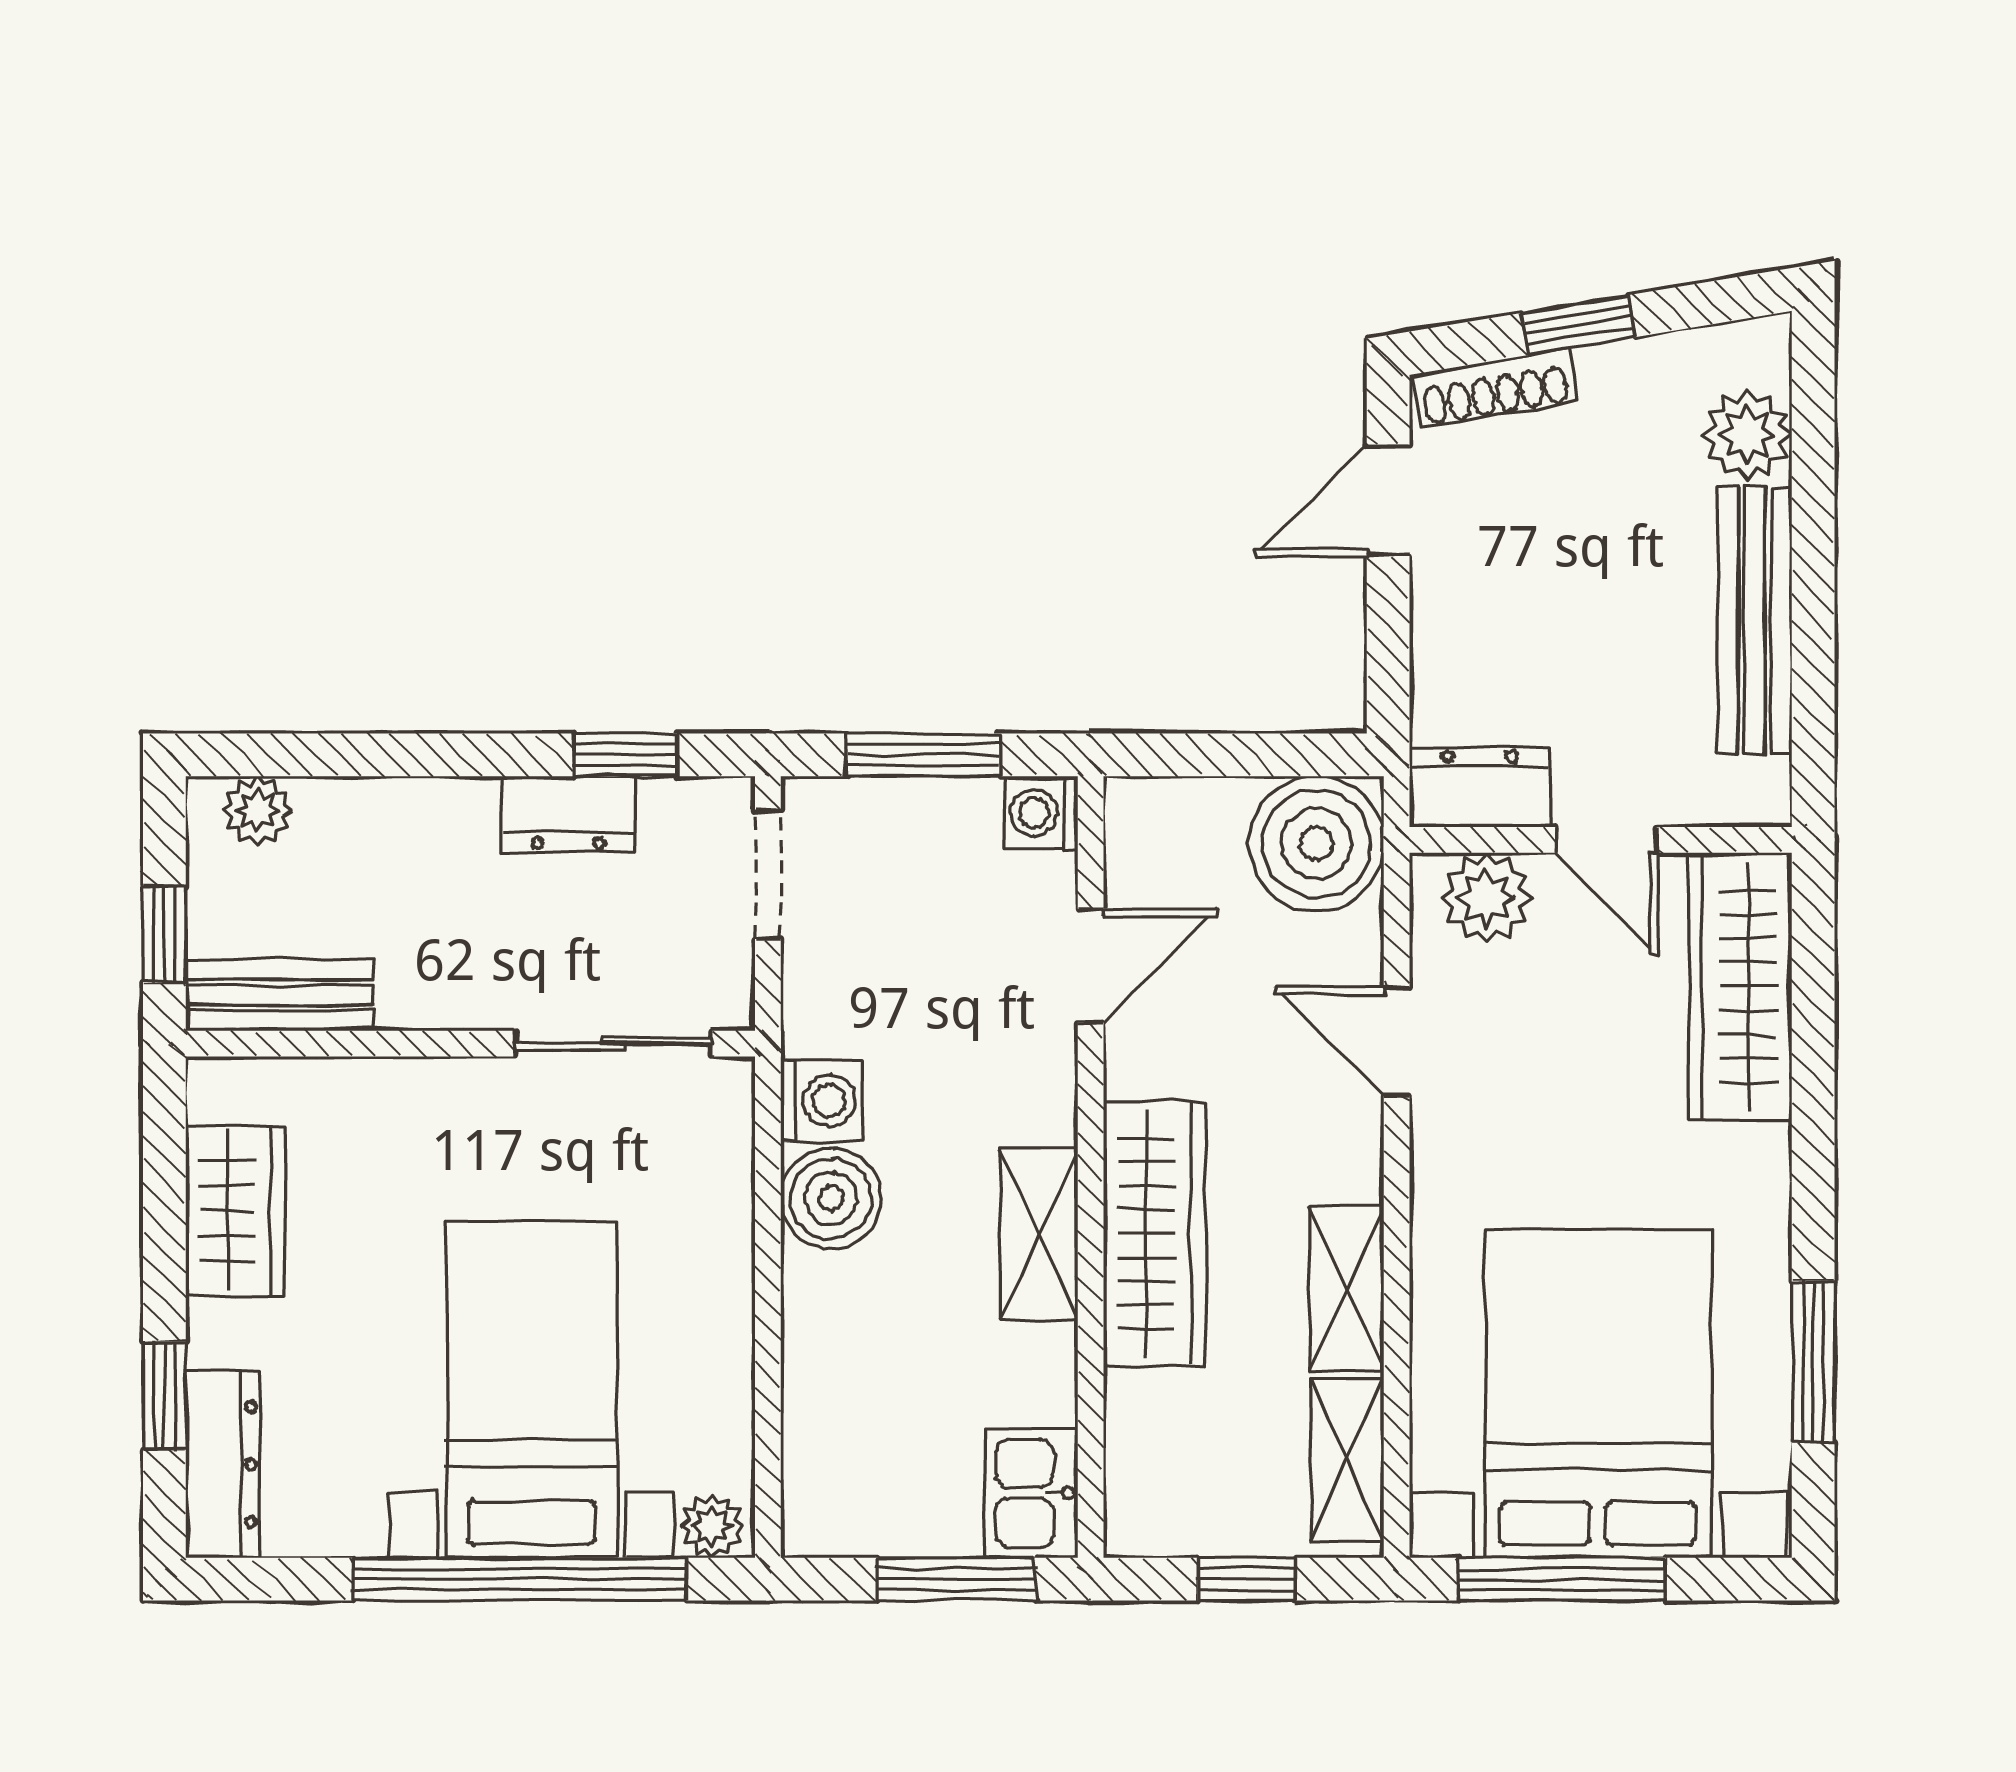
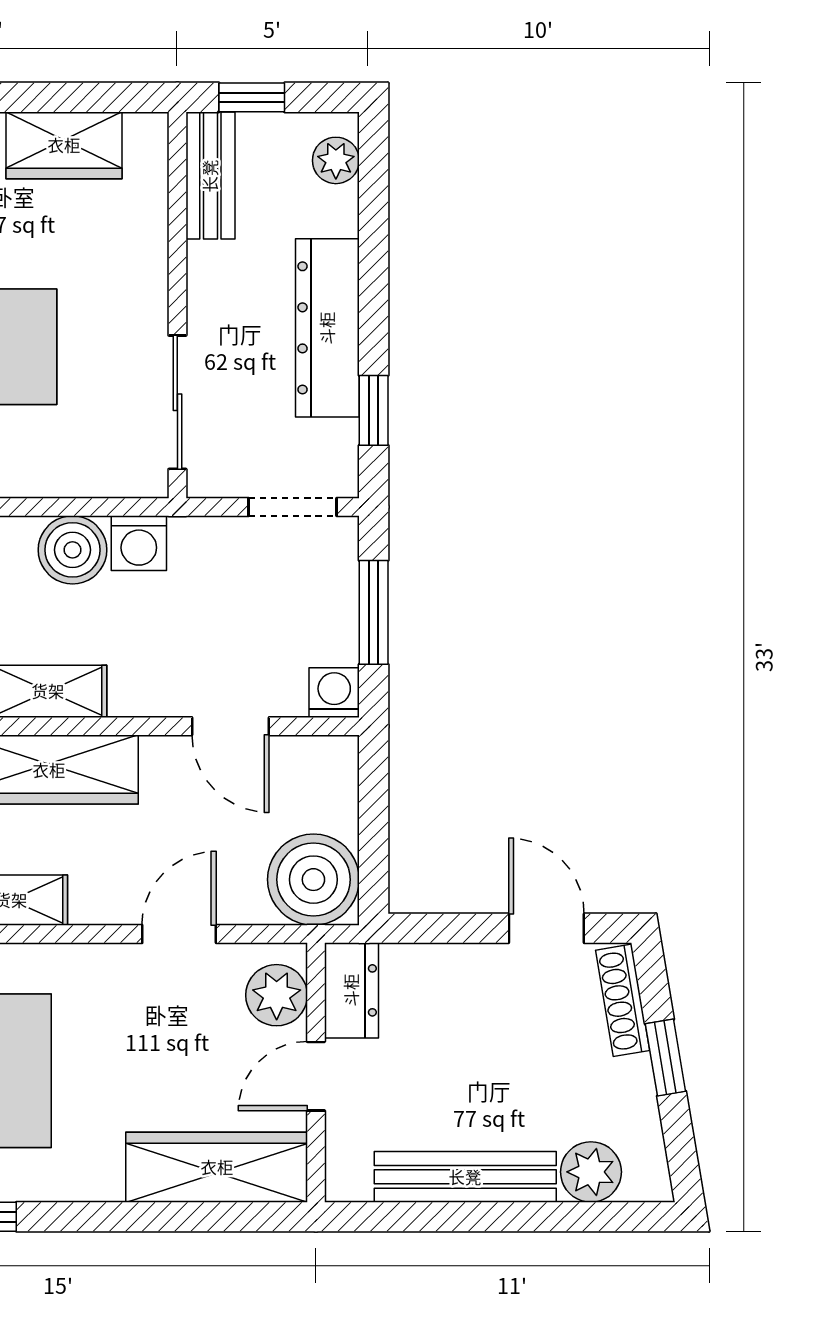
dresser: (568, 814) -> (327, 328), width x1.96, depth x1.24

